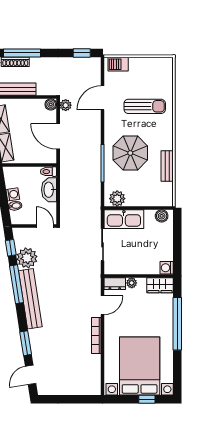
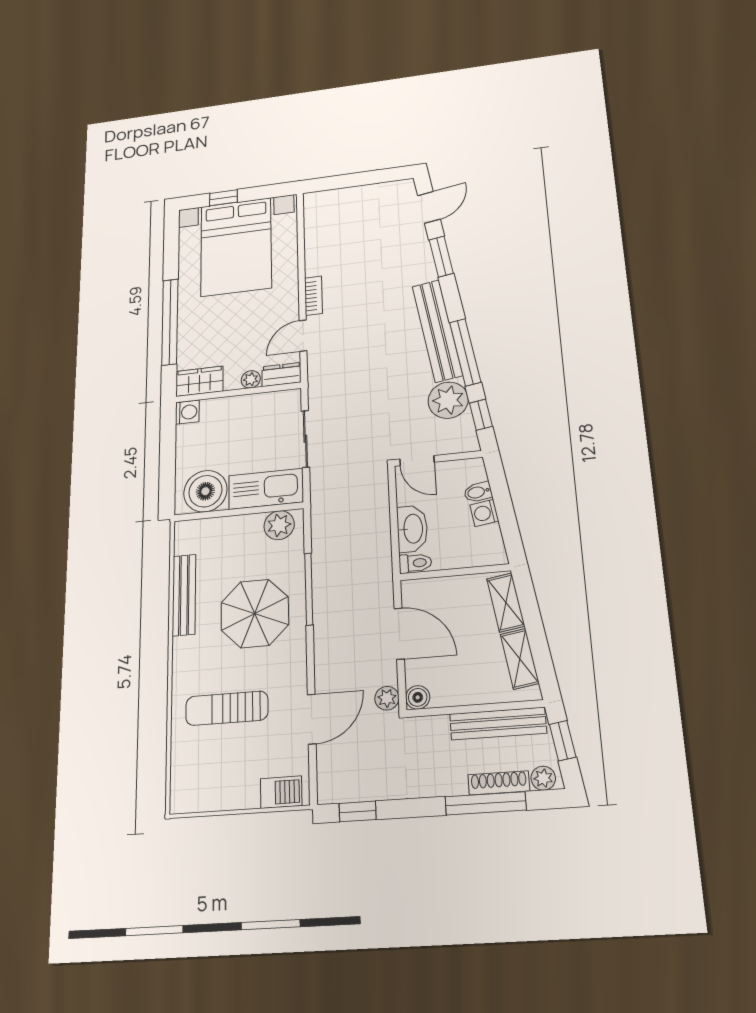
bench: (167, 166) -> (184, 595), width x1.36
boiler: (162, 216) -> (205, 491), width x1.86, depth x1.86
bookcase: (96, 335) -> (314, 296), width x0.64

